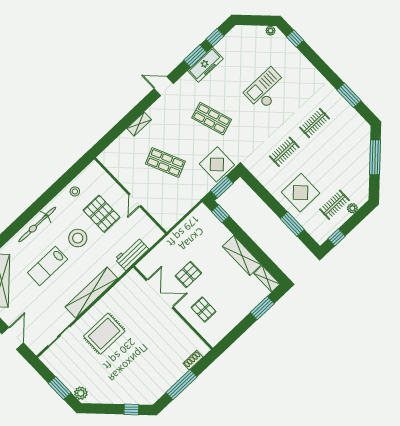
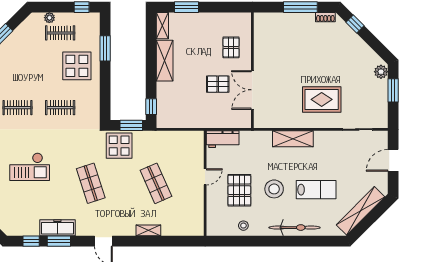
workbench: (132, 254) -> (223, 139), moved
shelving: (91, 293) -> (293, 139), width x0.68
shoe rack: (193, 360) -> (325, 17), moved

